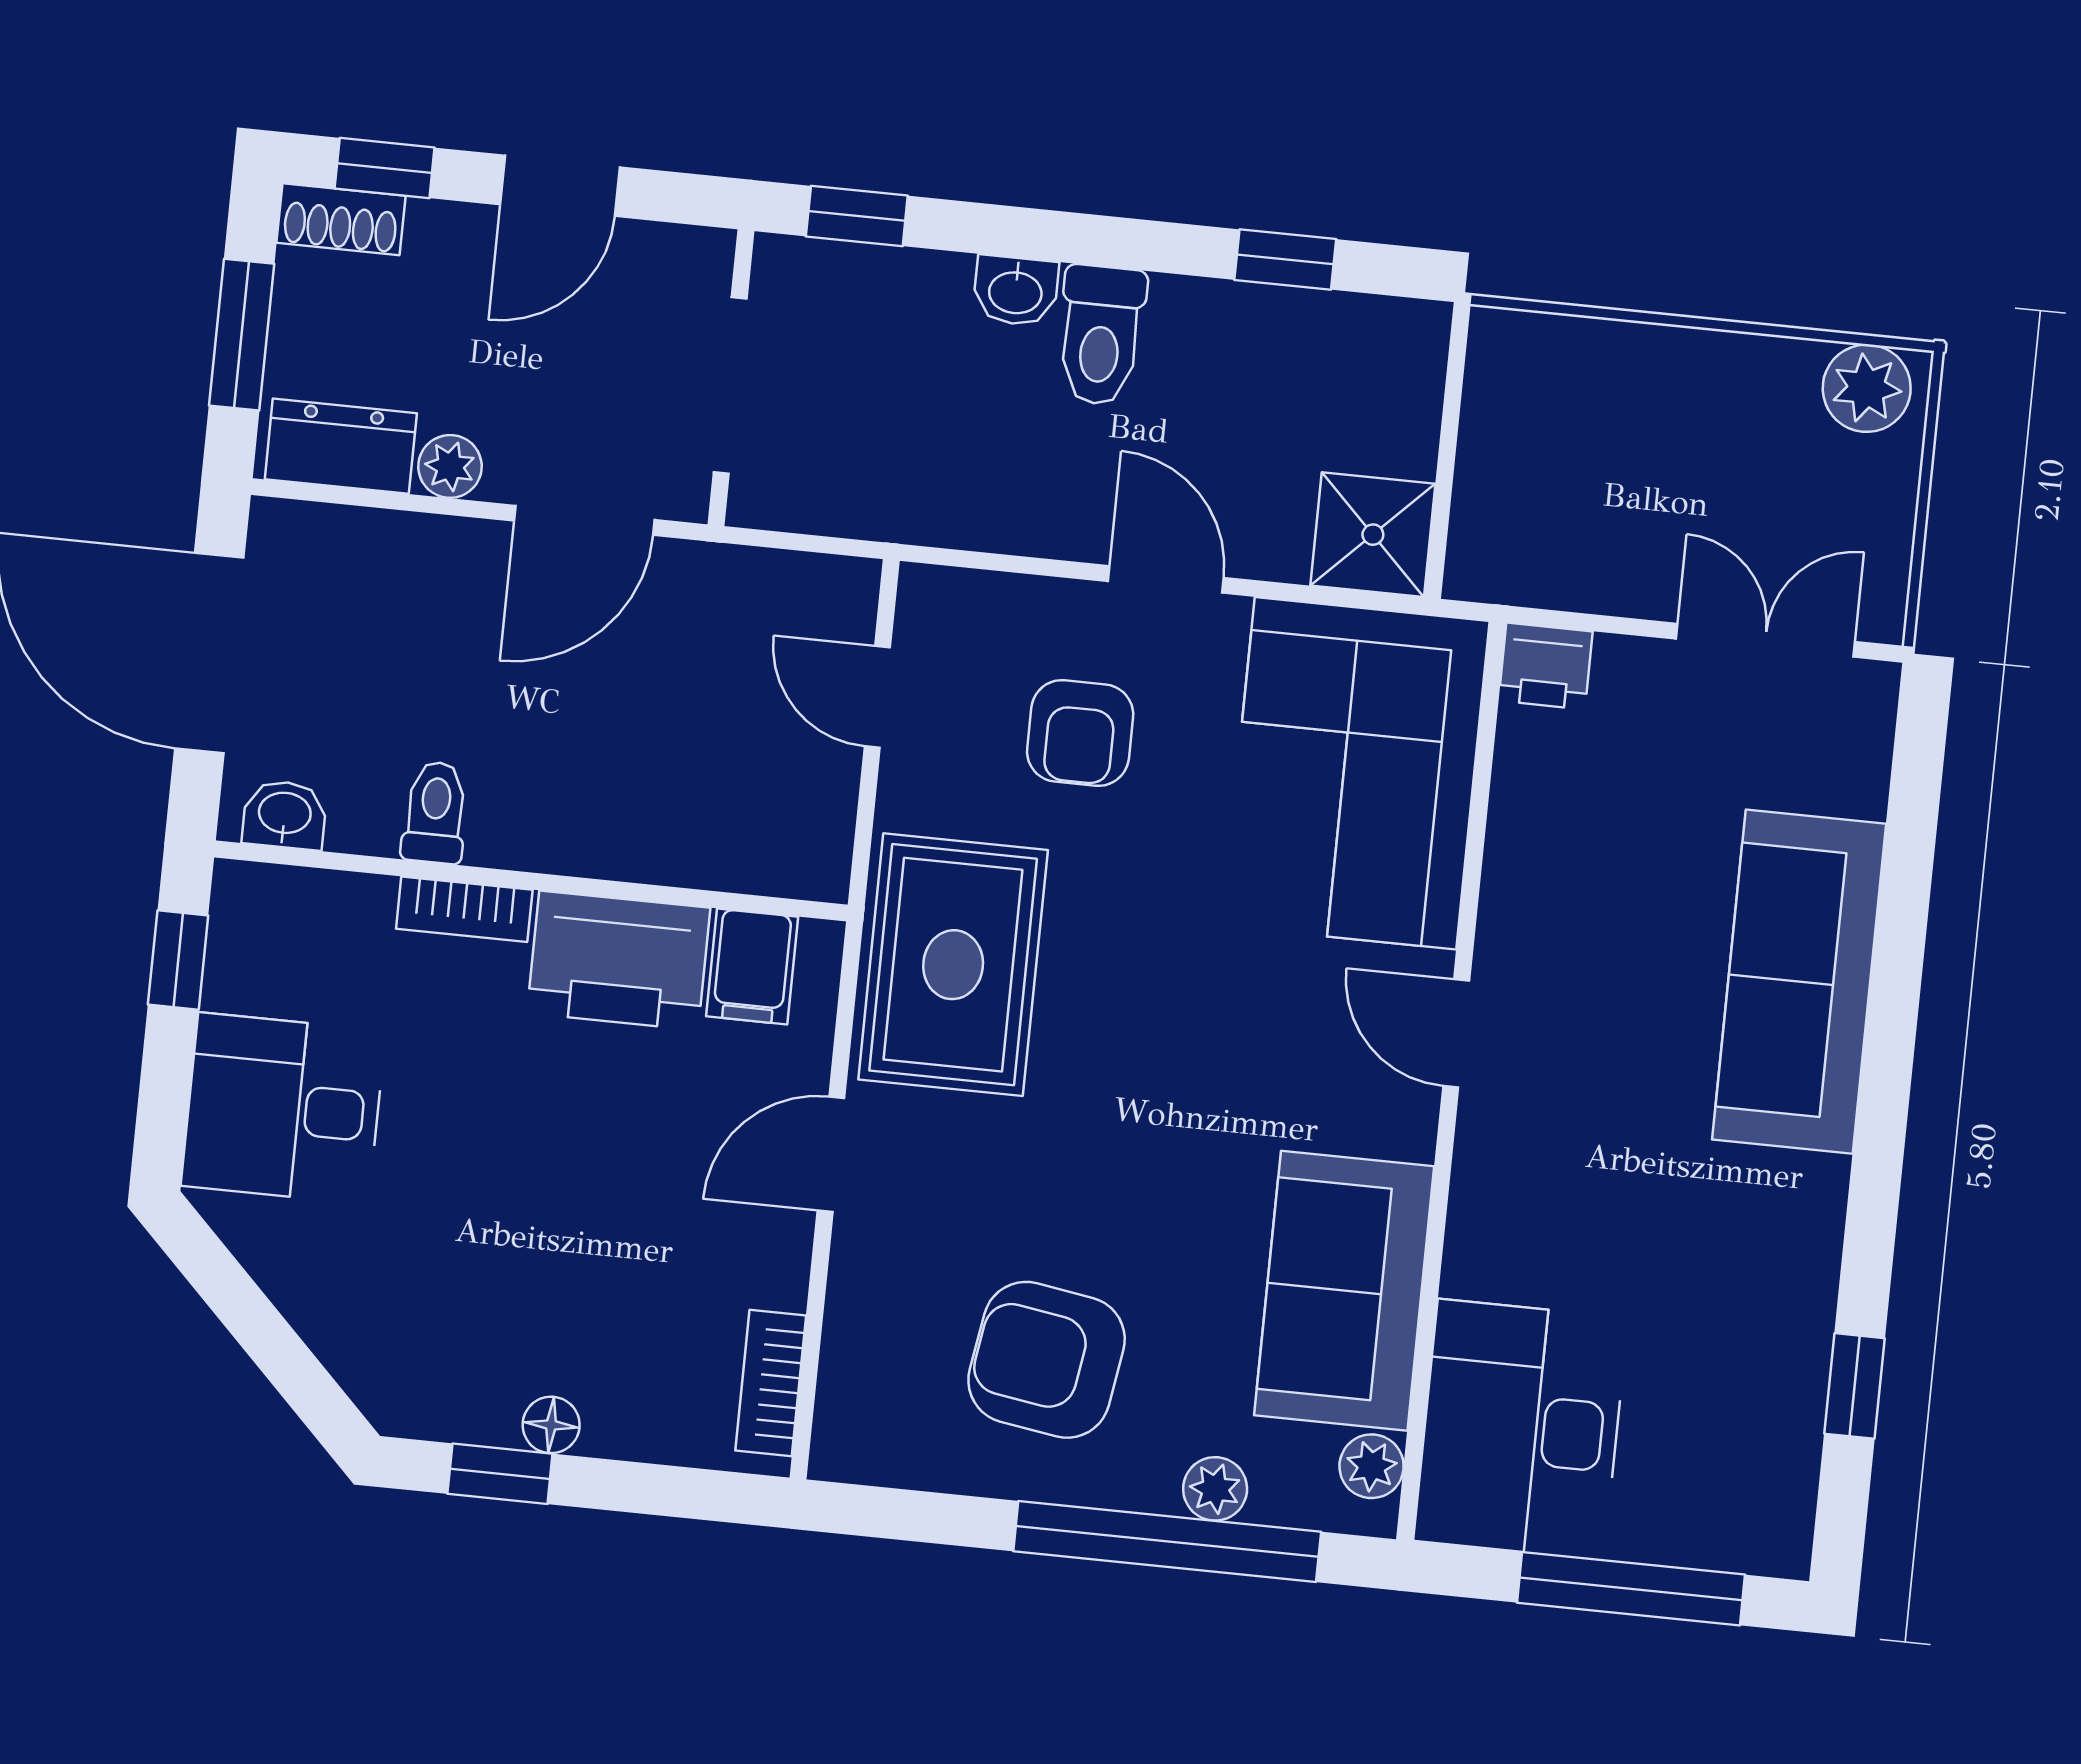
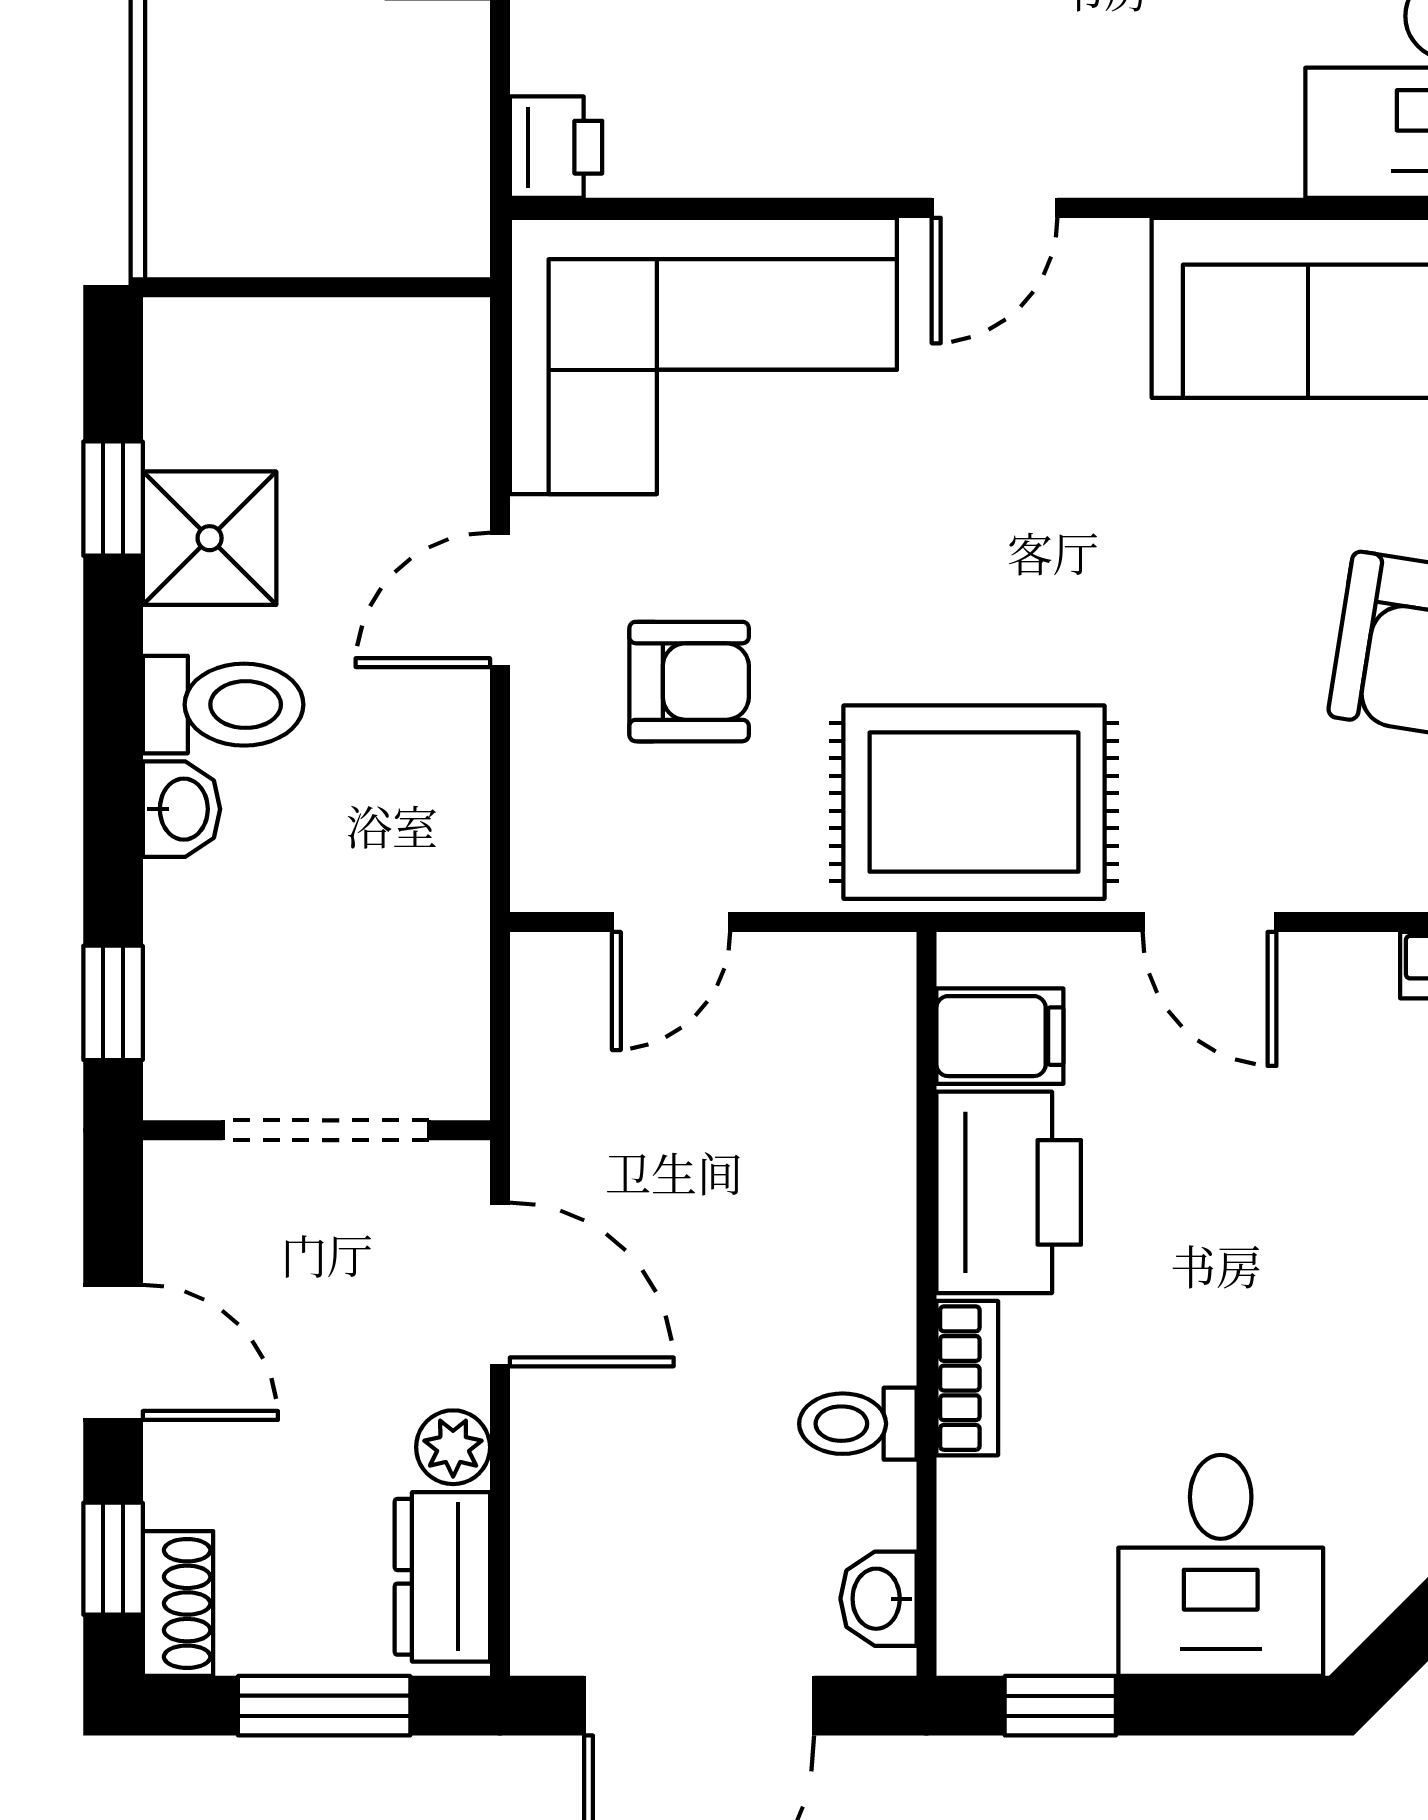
shower: (1373, 535) -> (210, 538), moved

